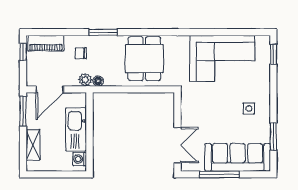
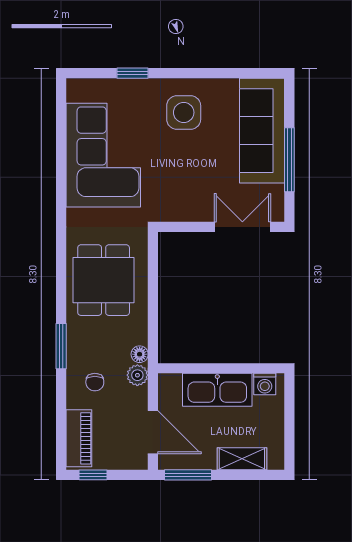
window: (273, 54) -> (132, 73), moved
dining table: (144, 59) -> (104, 280), turned 90
side table: (249, 109) -> (184, 112), width x1.87, depth x1.87
window: (273, 137) -> (229, 73), removed

